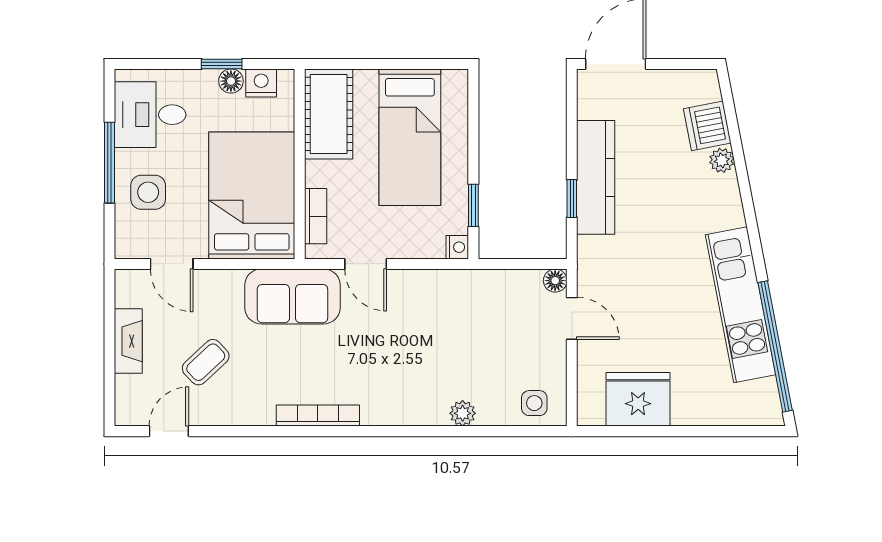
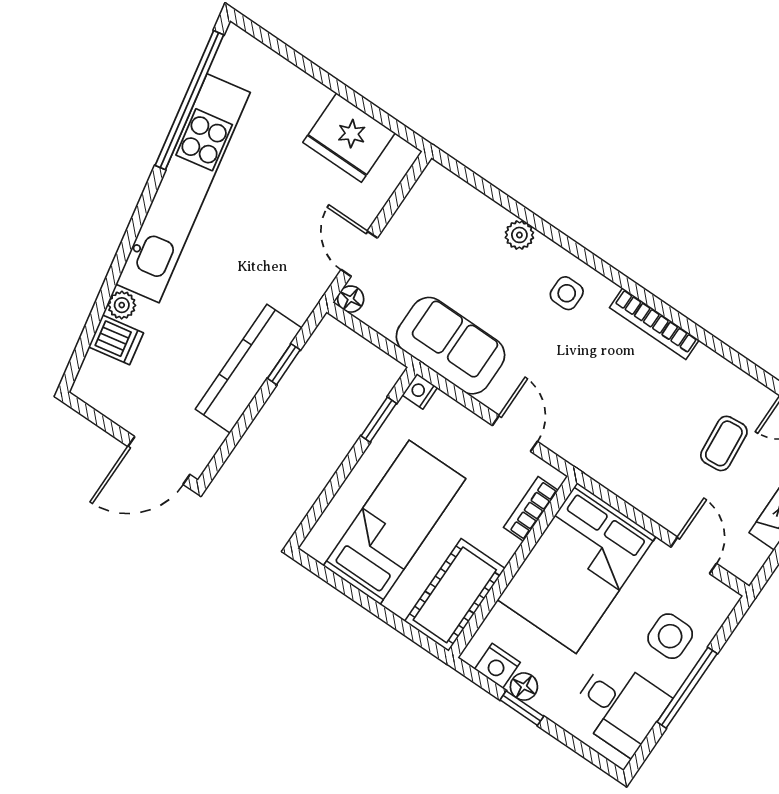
dishwasher: (707, 126) -> (116, 340), width x0.73
sofa: (292, 296) -> (450, 346), moved
kitchen unit: (740, 305) -> (183, 188), width x1.36
coffee table: (206, 362) -> (724, 443), turned -52
side table: (534, 403) -> (567, 293), moved

